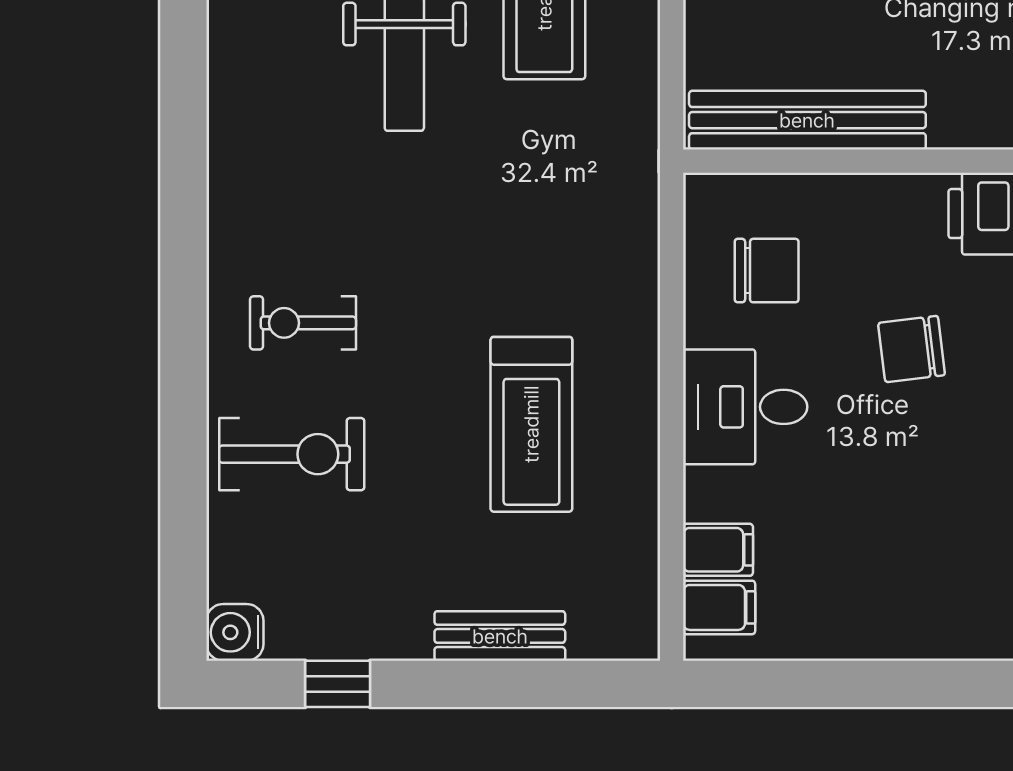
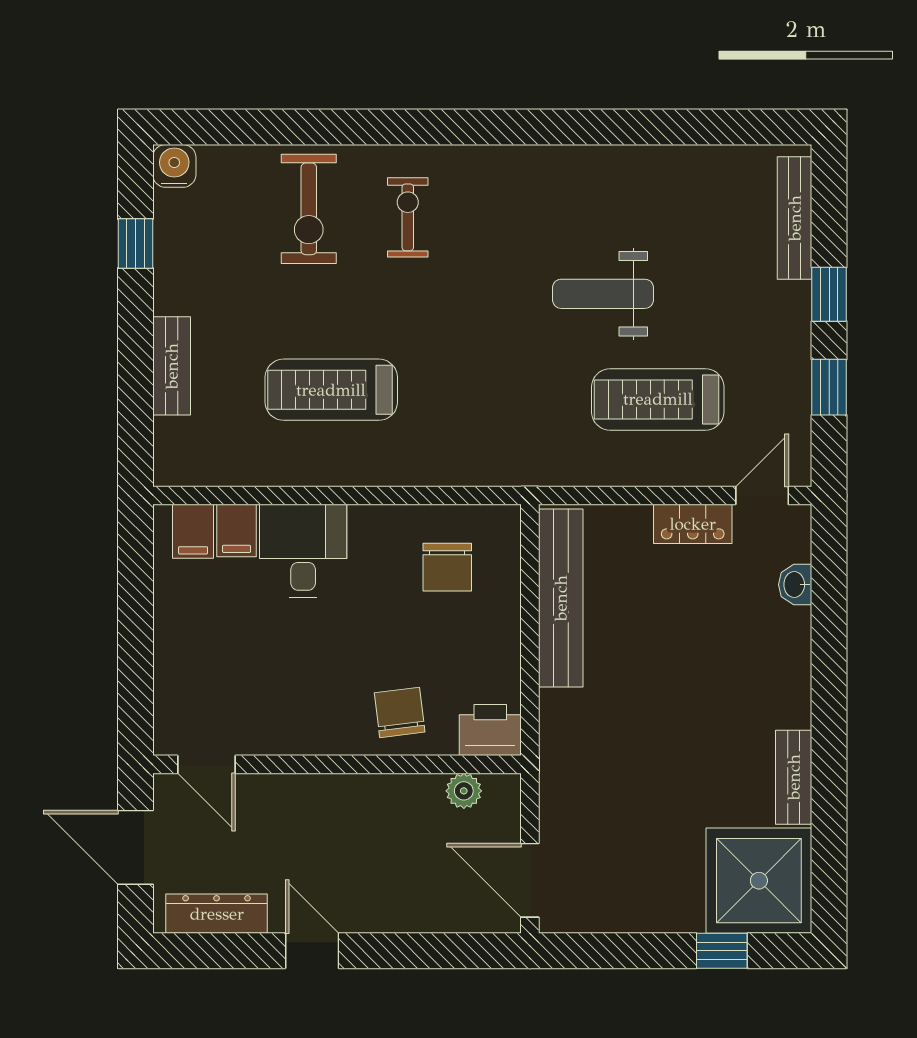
chair: (912, 349) -> (400, 712), moved
desk: (745, 407) -> (303, 551), moved

